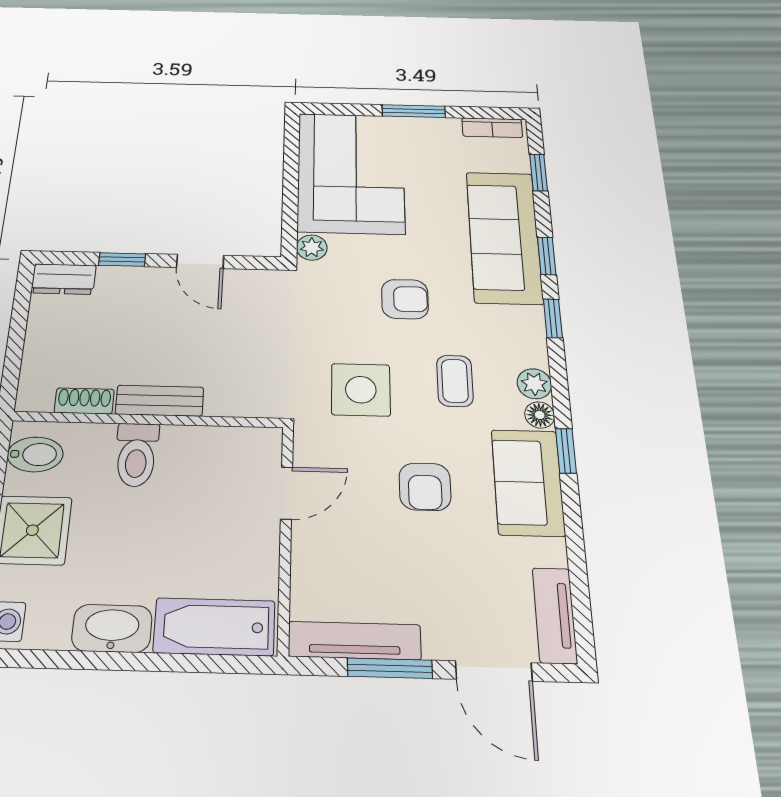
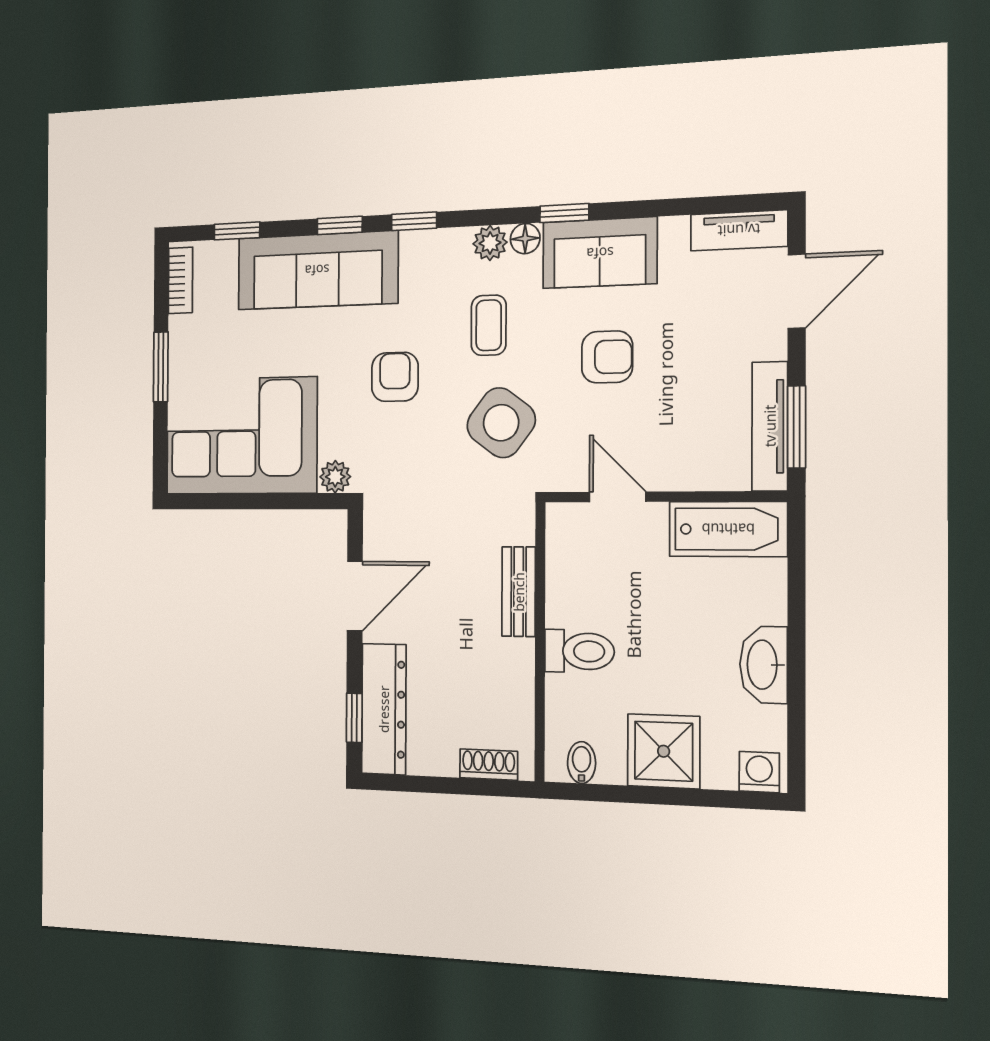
window: (122, 260) -> (354, 718), moved
door: (200, 261) -> (355, 596), width x1.38
dresser: (64, 279) -> (384, 709), width x1.96, depth x1.24
coffee table: (455, 381) -> (489, 325), turned 90
side table: (361, 390) -> (501, 423), turned 37
shoe rack: (84, 401) -> (489, 765), moved, turned 90
bench: (160, 401) -> (519, 592), moved
bidet: (35, 454) -> (582, 763), width x0.72, depth x0.74
bathtub: (214, 627) -> (728, 529), moved, turned -90
window: (390, 668) -> (797, 427), moved

